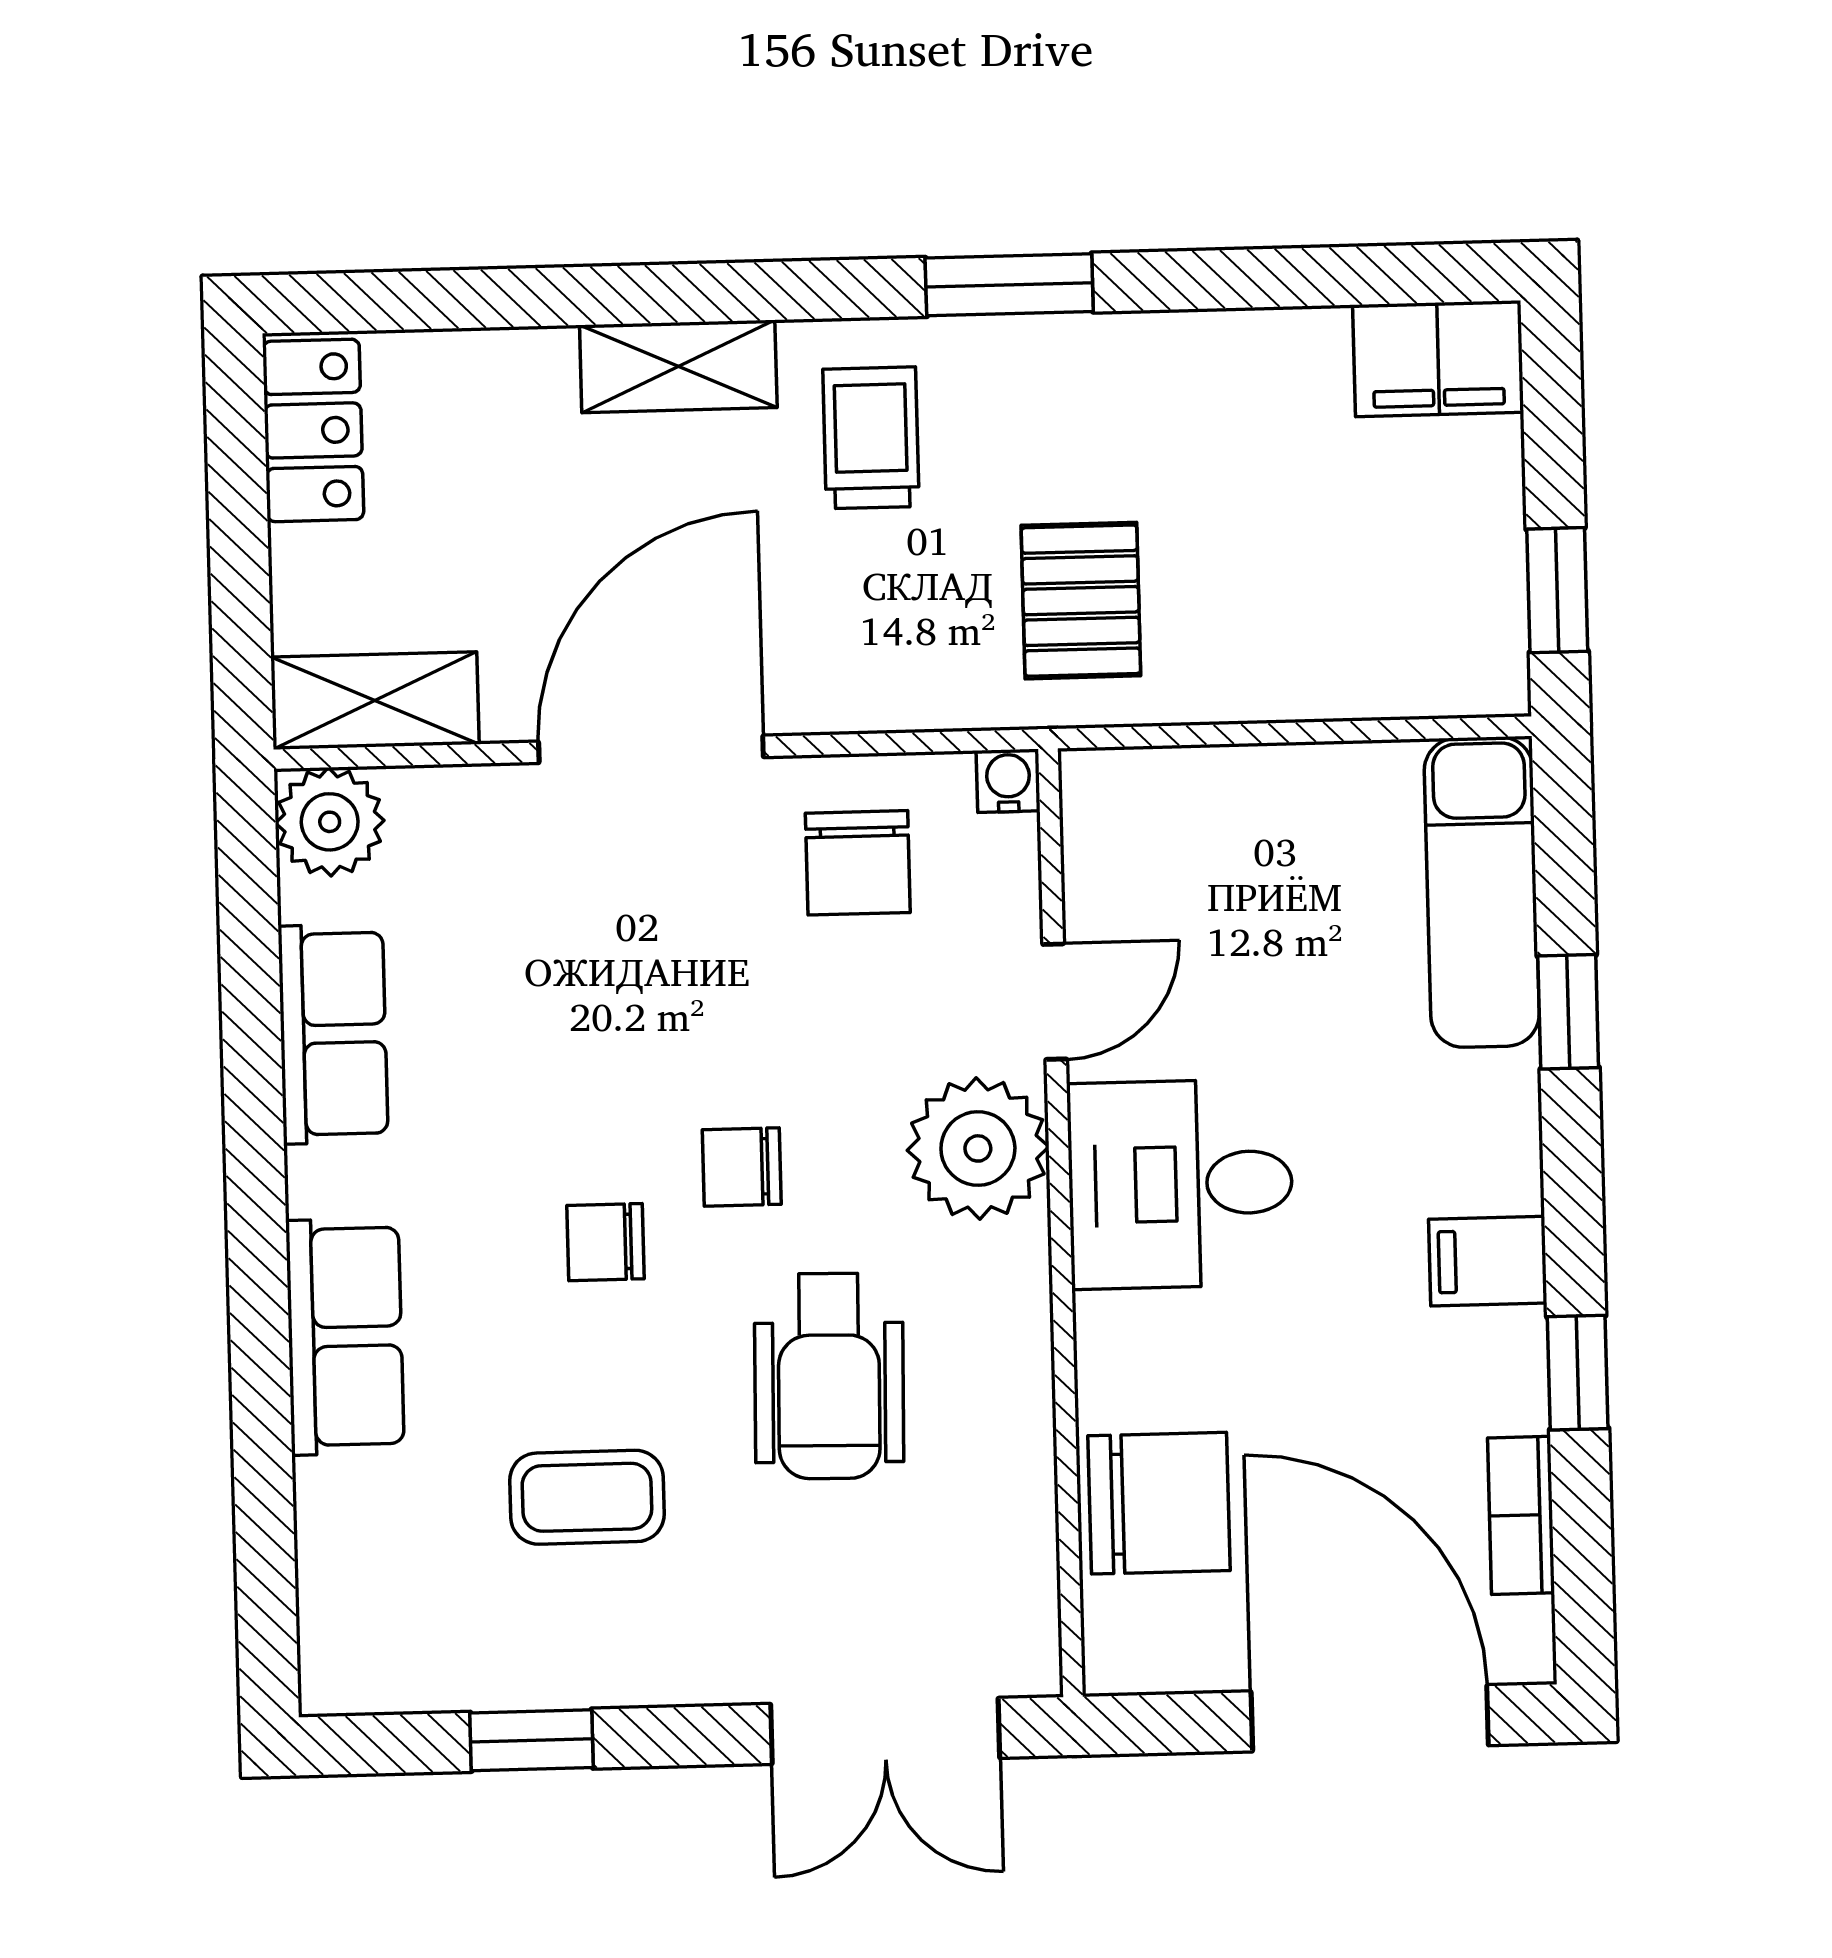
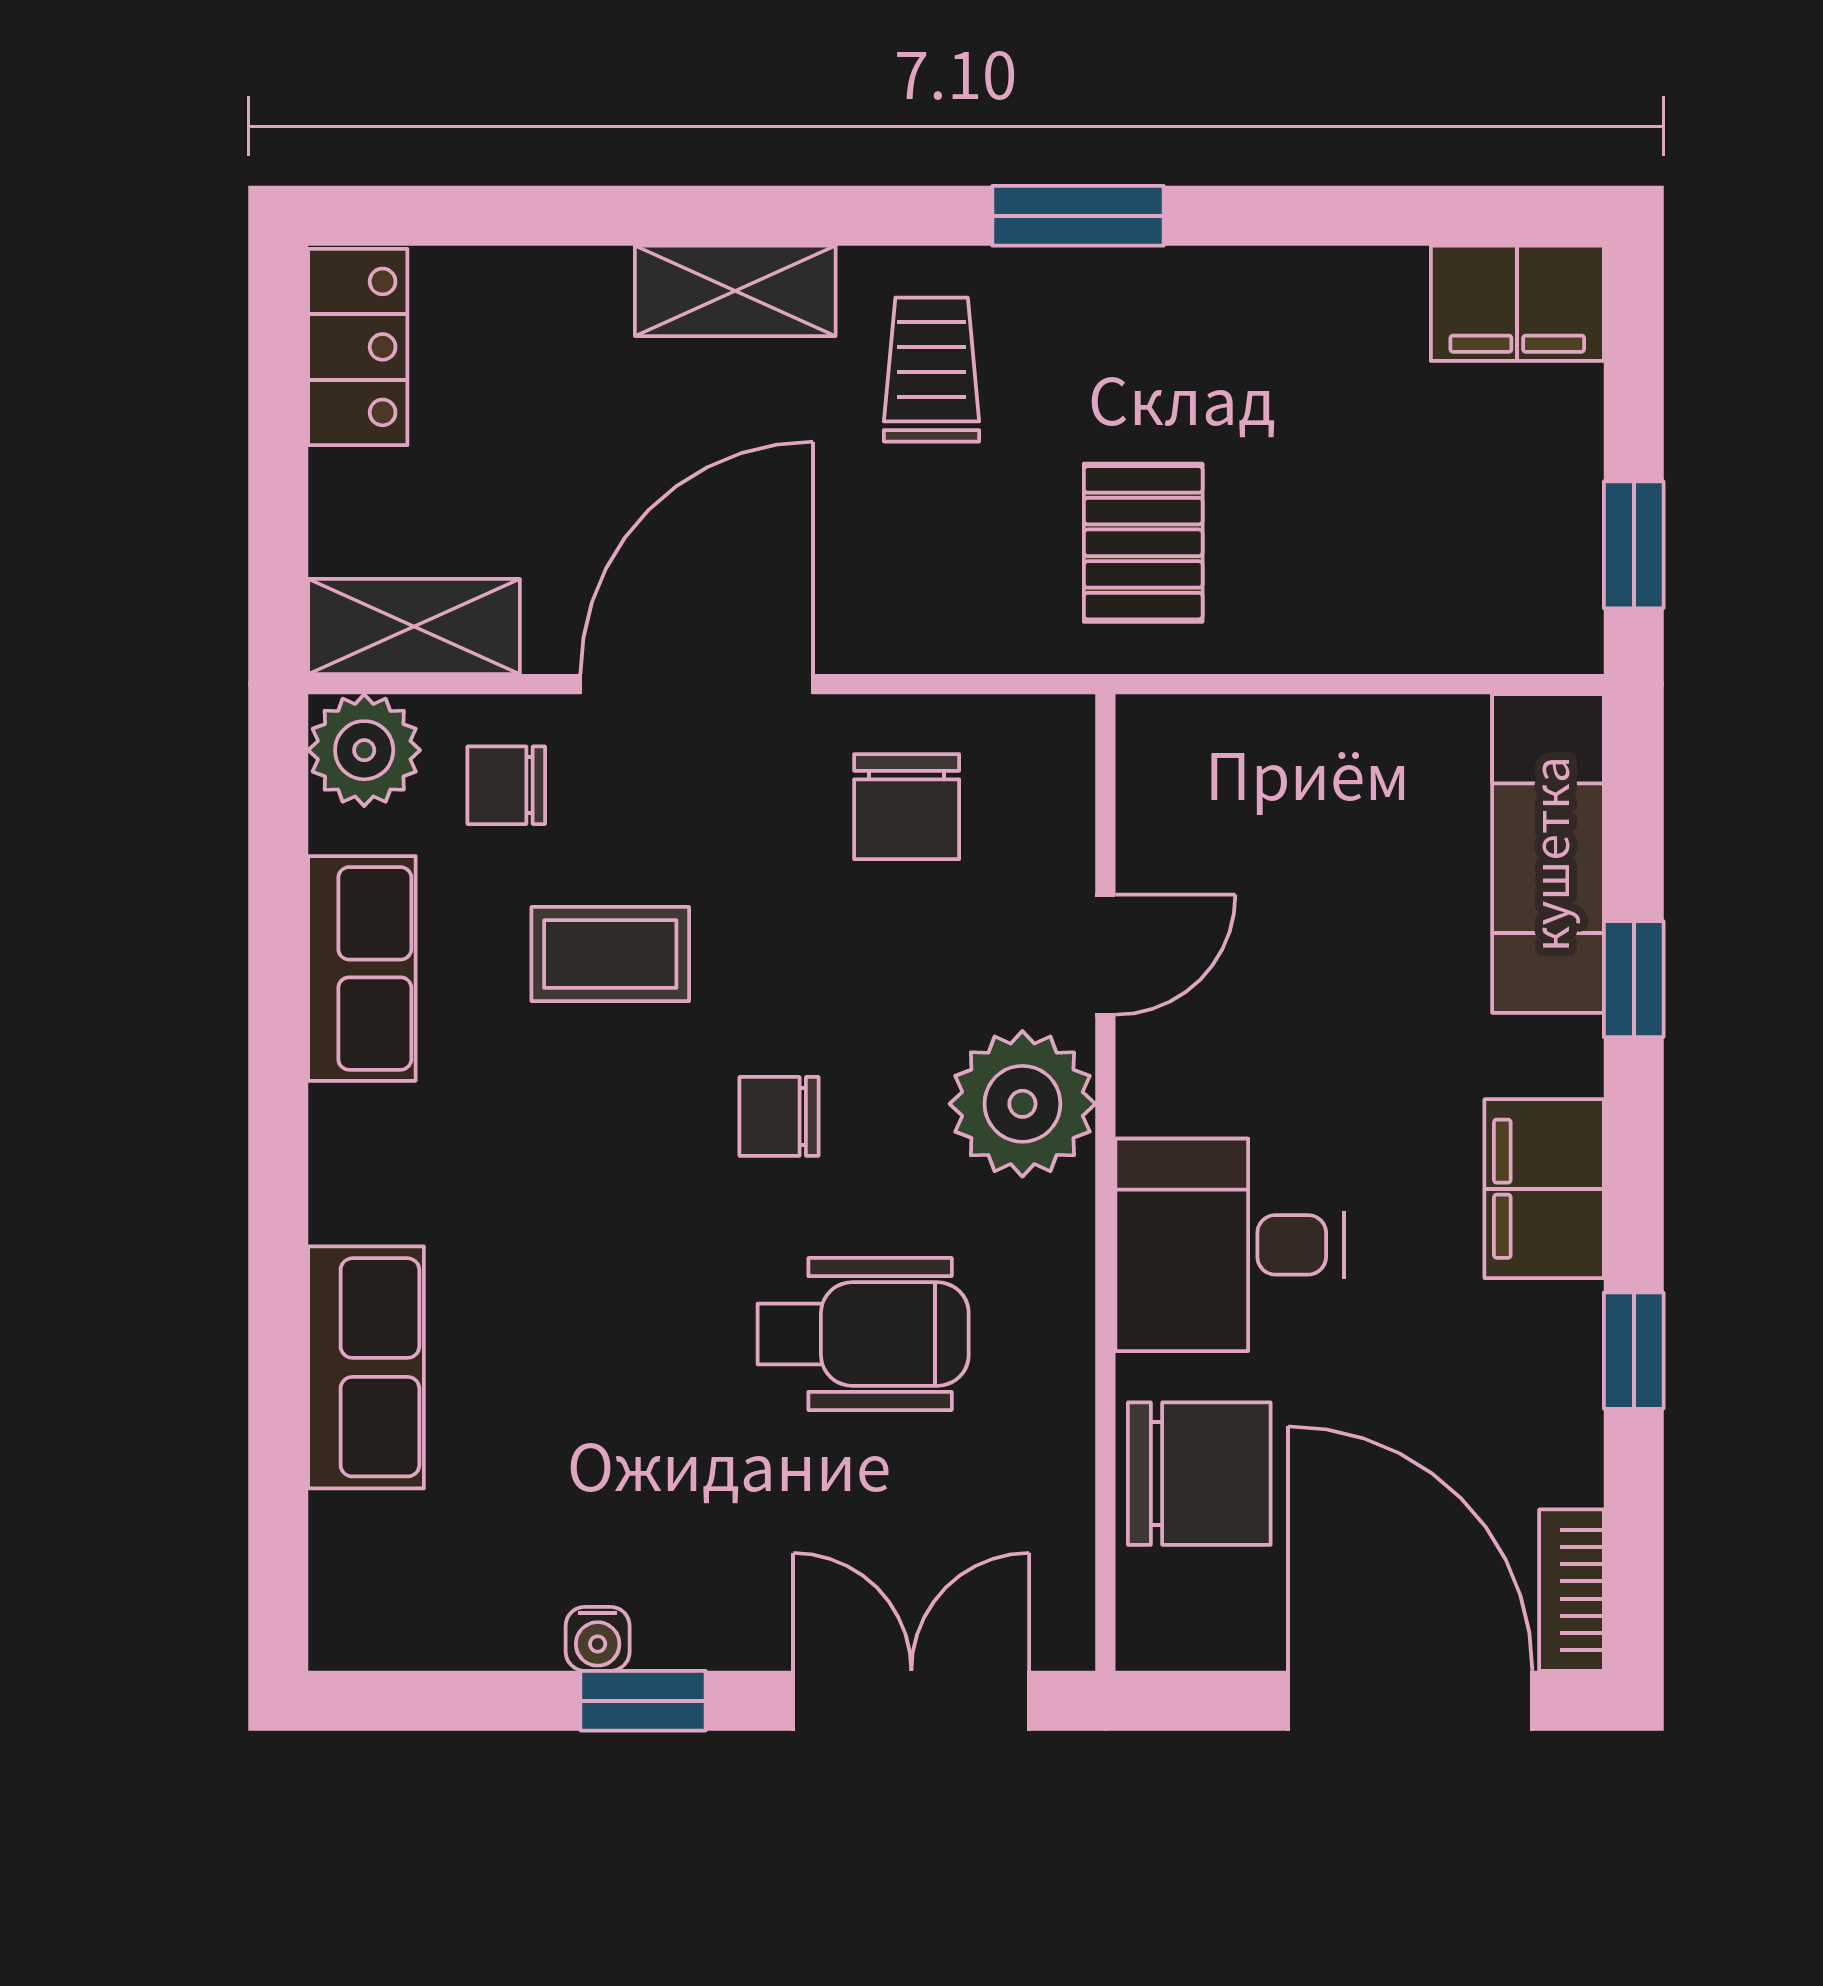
water cooler: (1008, 781) -> (598, 1639), moved, turned 180
desk: (1180, 1184) -> (1230, 1245), moved
chair: (605, 1242) -> (506, 785), moved
filing cabinet: (1488, 1261) -> (1544, 1189), width x2.00
row of seats: (345, 1337) -> (366, 1367), moved
wheelchair: (829, 1376) -> (863, 1334), turned -91
coffee table: (587, 1497) -> (610, 954), moved
bookcase: (1521, 1515) -> (1571, 1590), moved
double door: (885, 1731) -> (911, 1701), swing flipped
window: (532, 1740) -> (643, 1701), moved

